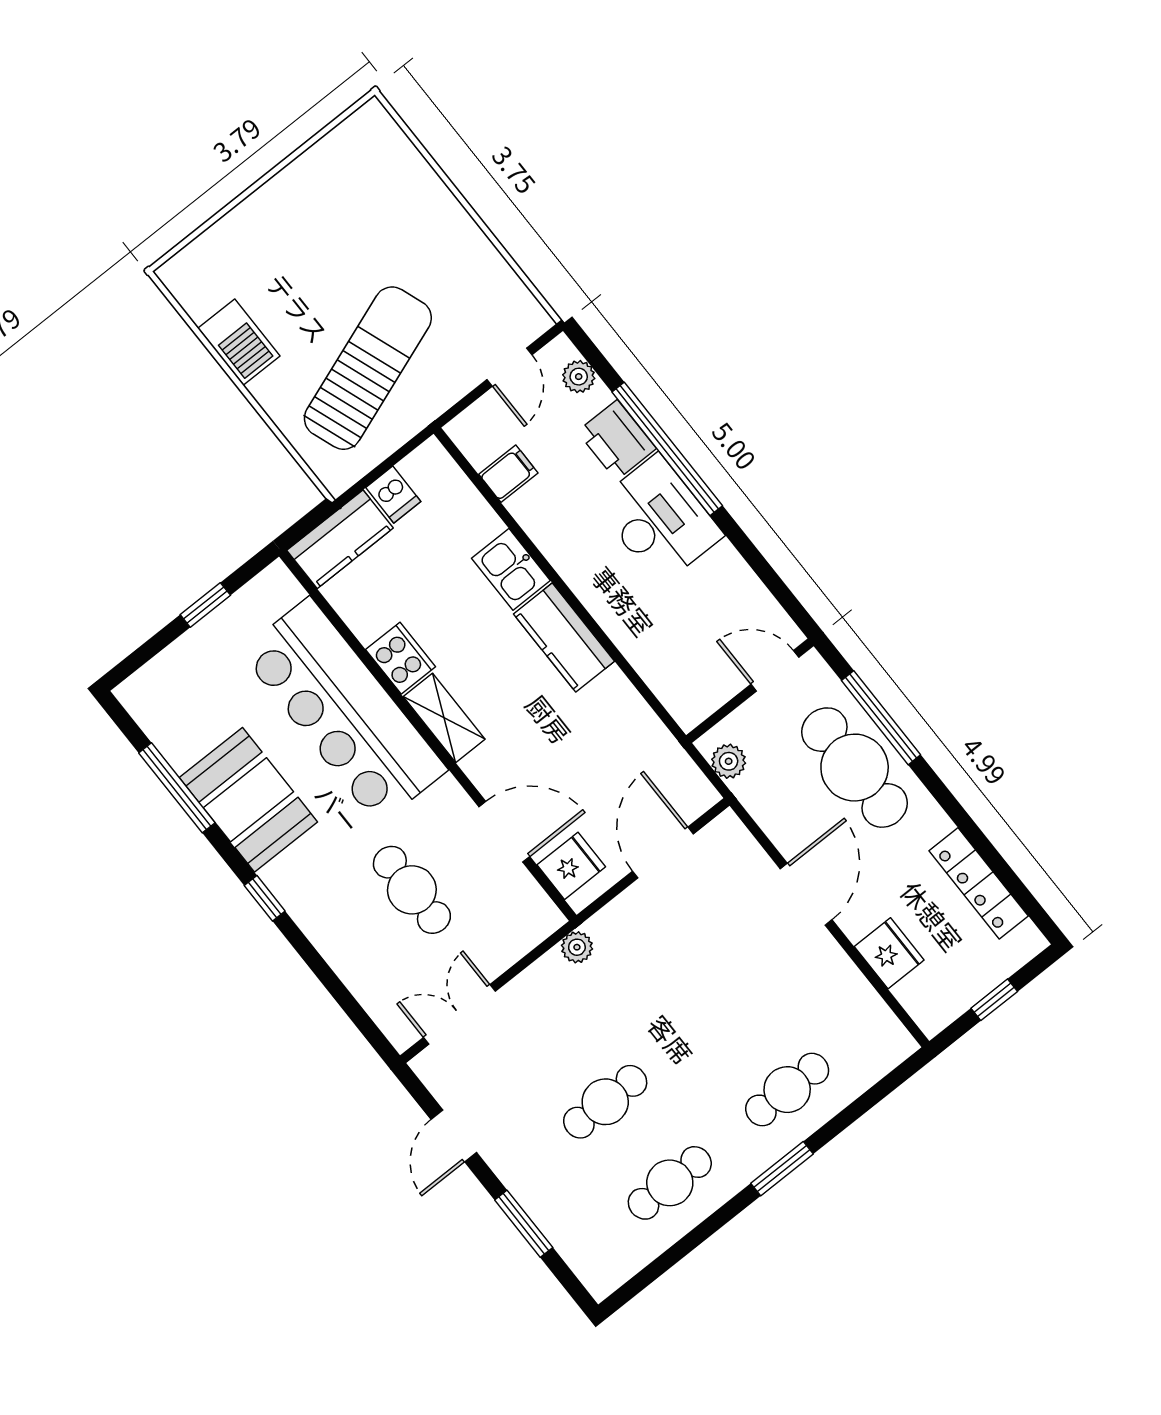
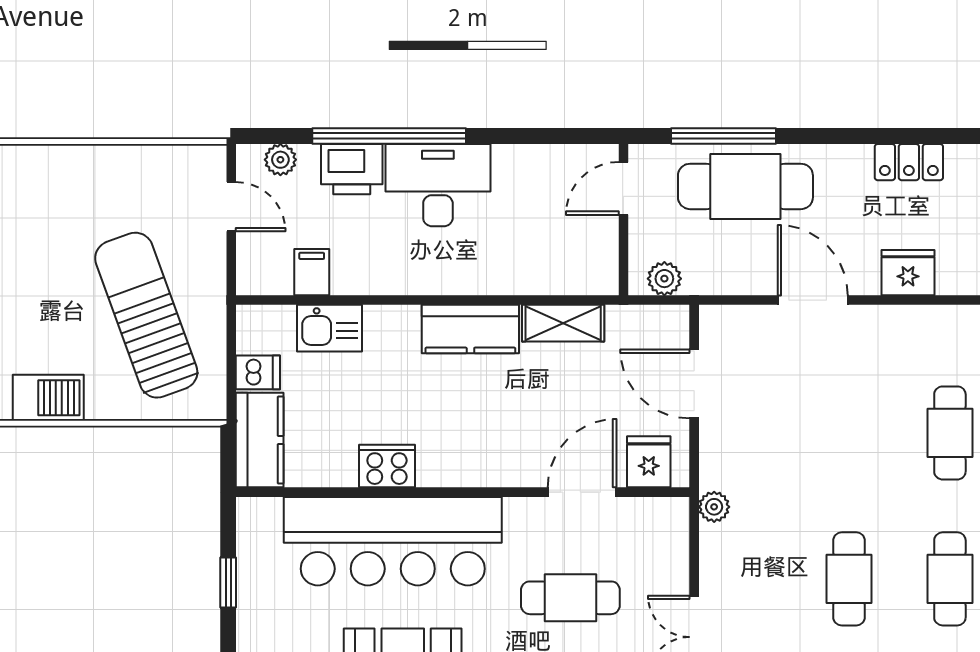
kitchen sink: (511, 569) -> (330, 328), moved
shelving: (444, 718) -> (563, 323), moved
locker: (979, 883) -> (909, 162), width x0.66

